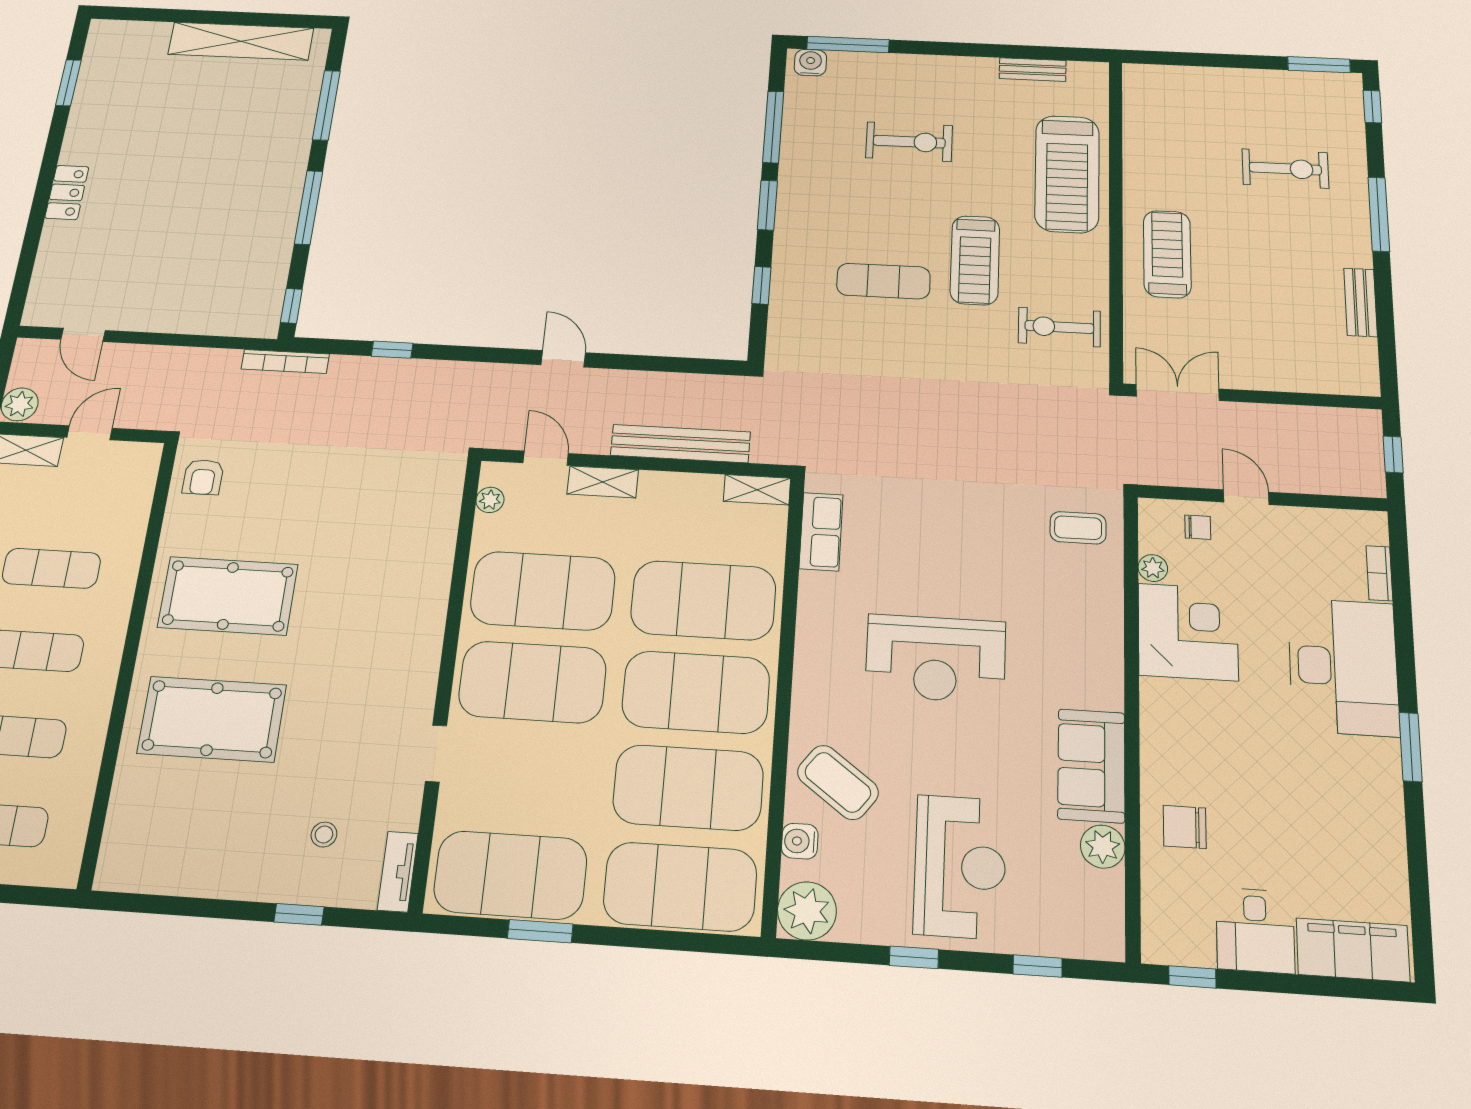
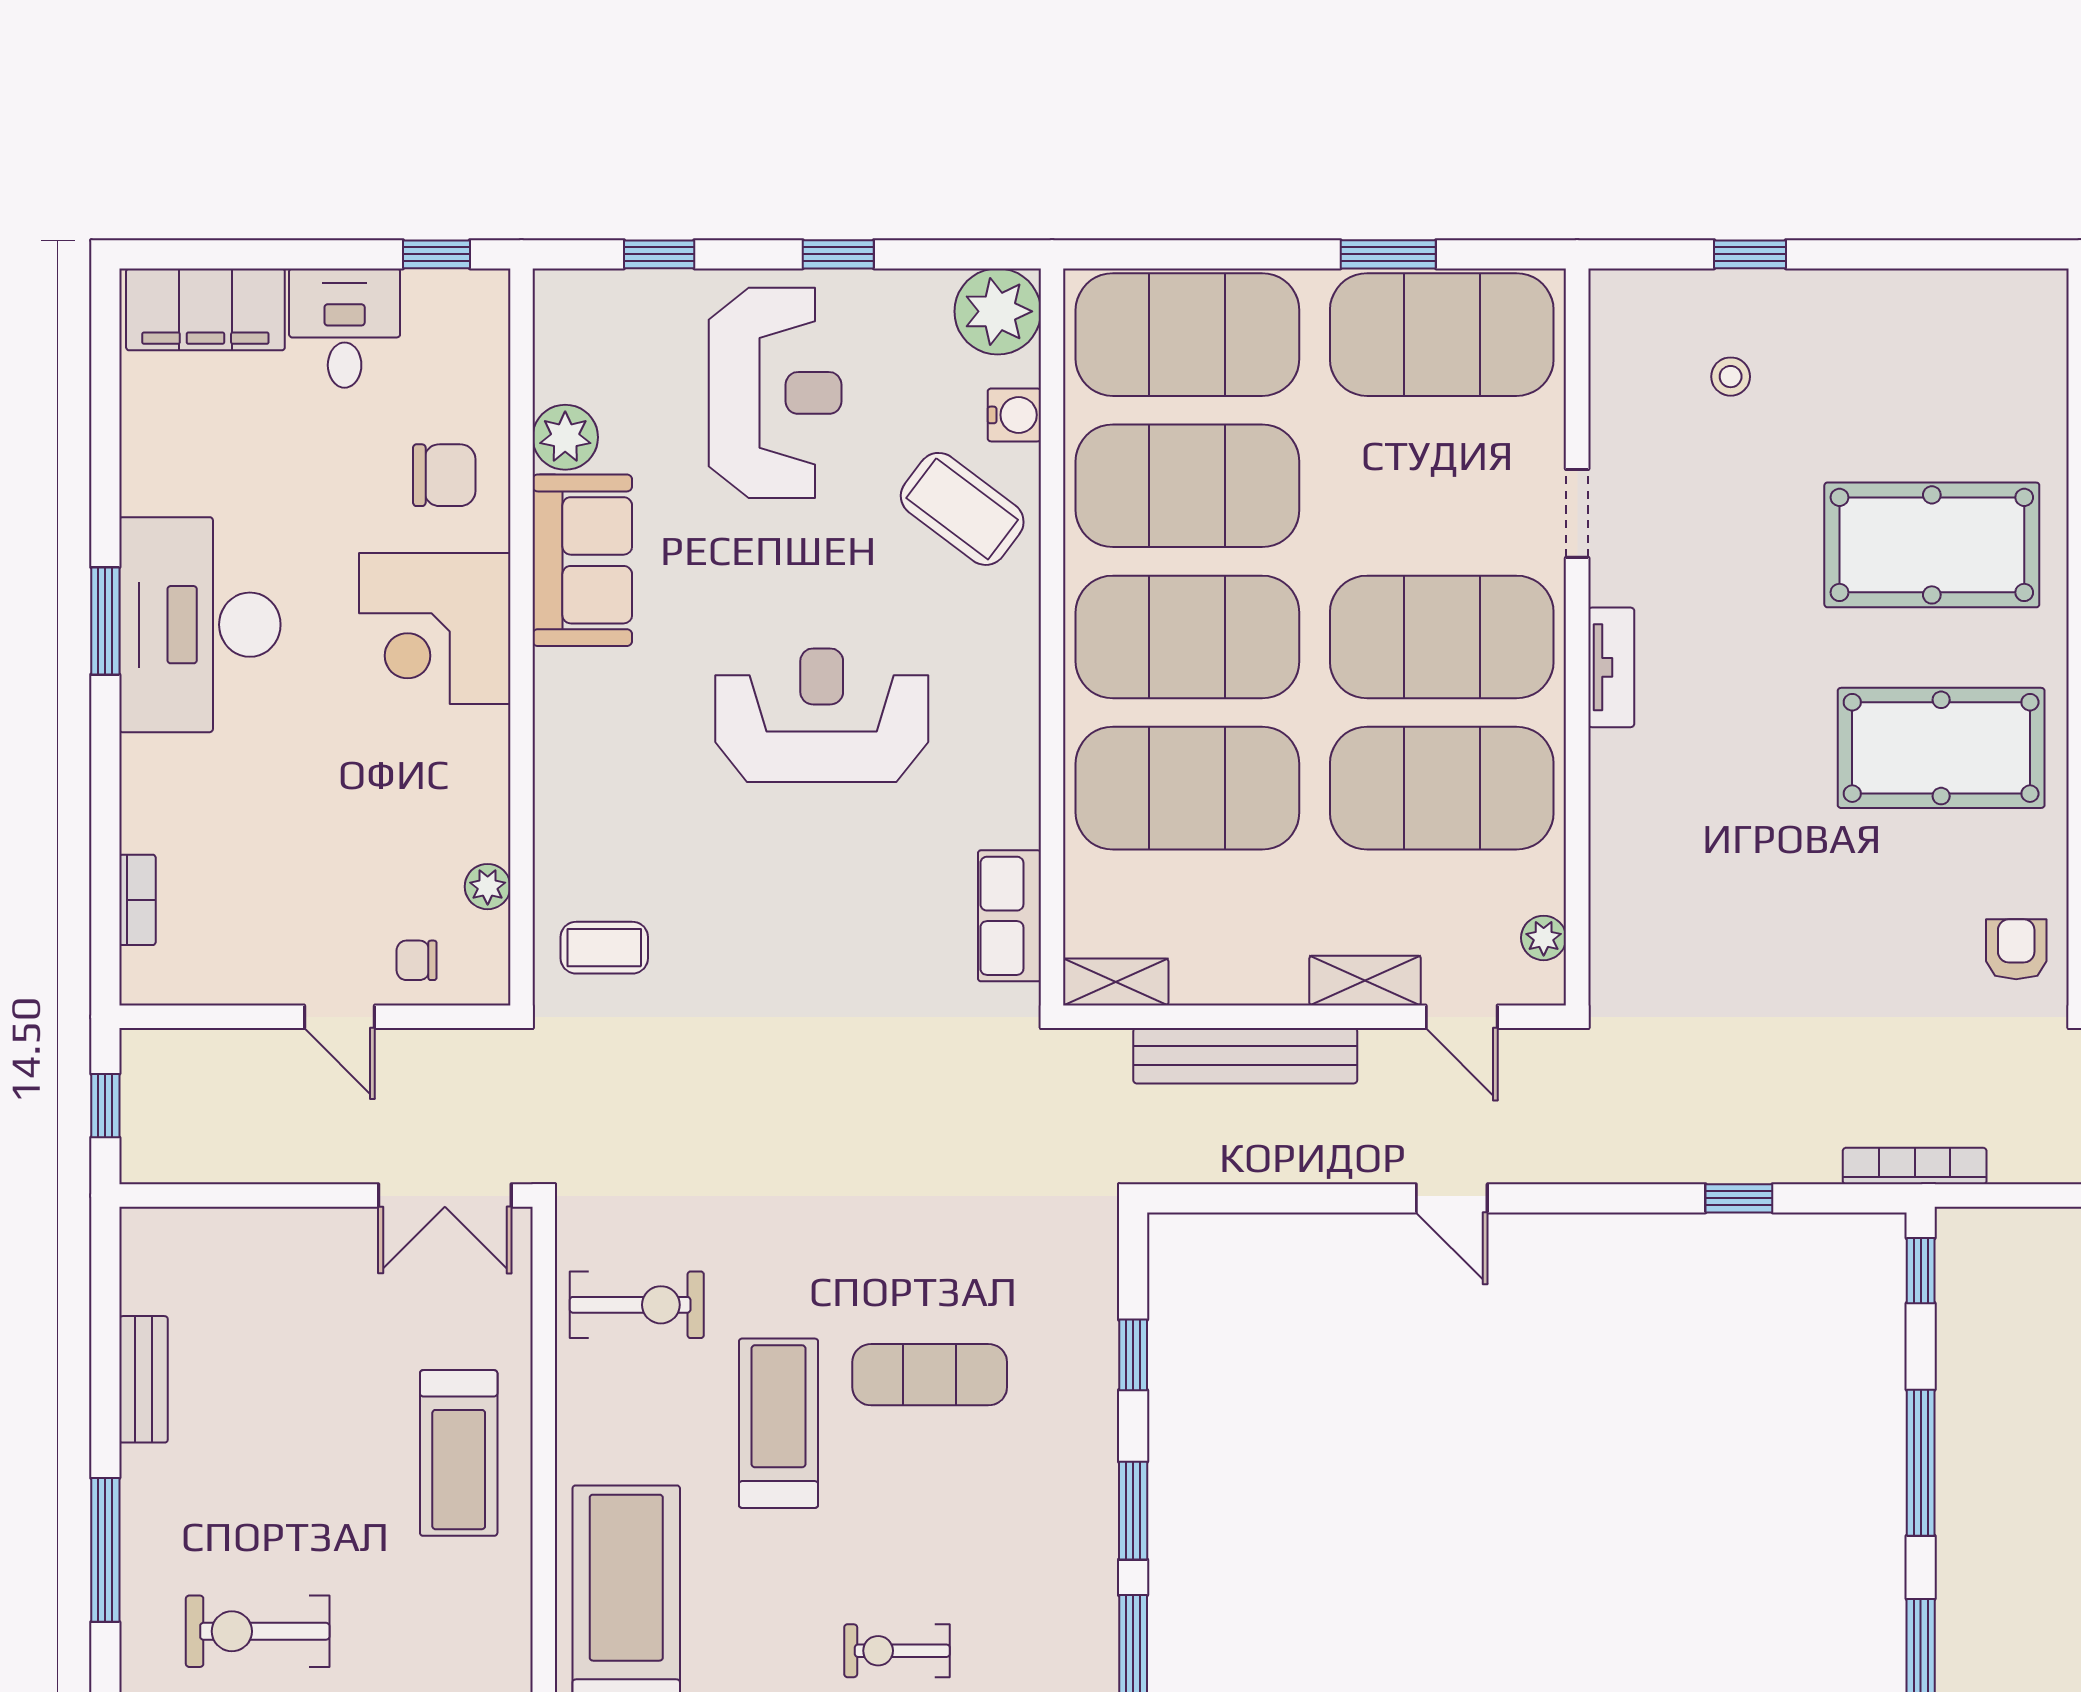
exercise bike: (909, 142) -> (897, 1651), width x0.73, depth x0.72
corner desk: (1188, 632) -> (435, 629), moved
desk: (1343, 667) -> (200, 625), moved
reception desk: (960, 867) -> (775, 393), turned 180
tv unit: (398, 872) -> (1611, 667), moved

